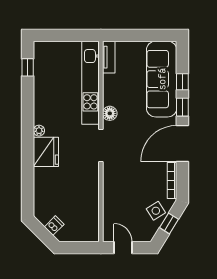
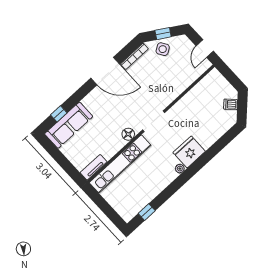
sofa: (162, 79) -> (69, 125), width x0.74, depth x0.79
window: (182, 82) -> (59, 114), moved
window: (182, 107) -> (82, 92), removed

